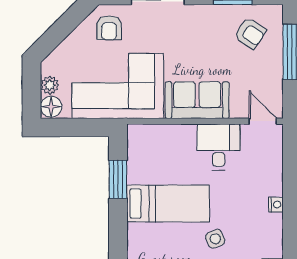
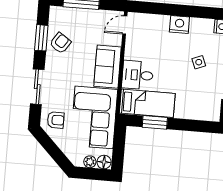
armchair: (250, 33) -> (60, 43), moved
desk: (219, 147) -> (138, 75), moved
bed: (168, 203) -> (147, 103), moved, turned 90
nightstand: (276, 205) -> (179, 25), width x1.89, depth x1.79

